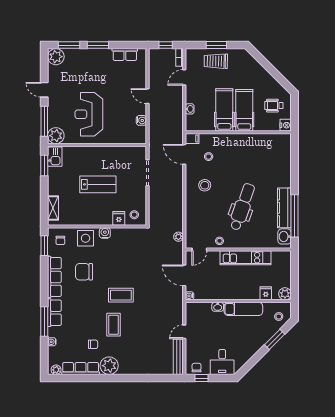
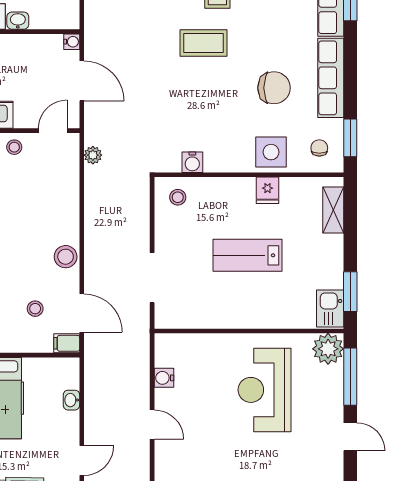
reception desk: (89, 114) -> (265, 390), turned 180
stool: (205, 185) -> (66, 257), moved
fridge: (119, 218) -> (268, 190), moved
water cooler: (105, 233) -> (192, 162), moved

